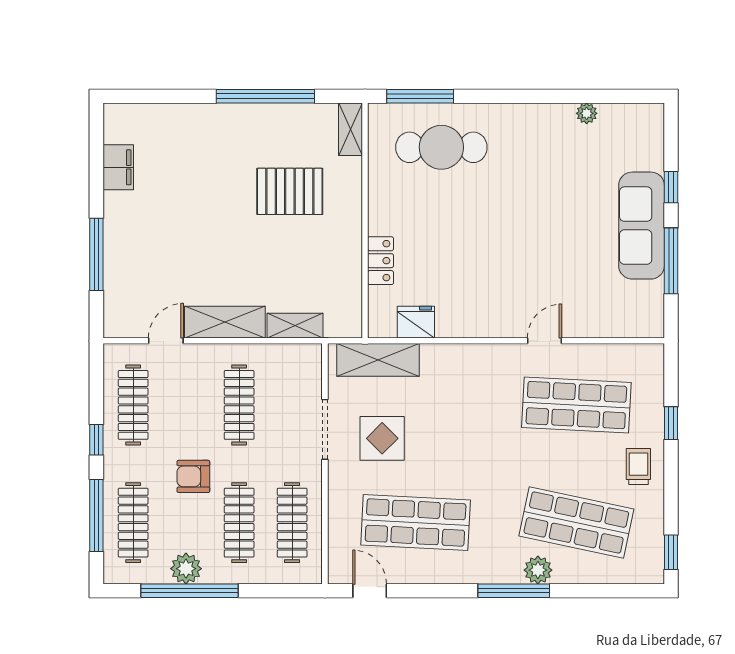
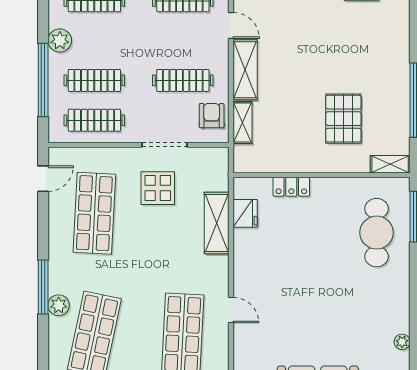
shelving: (378, 360) -> (217, 223), moved
armchair: (193, 476) -> (212, 116), moved
window: (189, 591) -> (43, 80), moved

